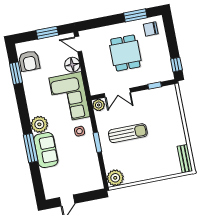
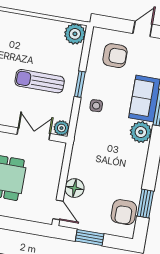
armchair: (29, 61) -> (124, 212), turned 180
corner sofa: (69, 97) -> (93, 151), removed
armchair: (80, 173) -> (115, 56), added

